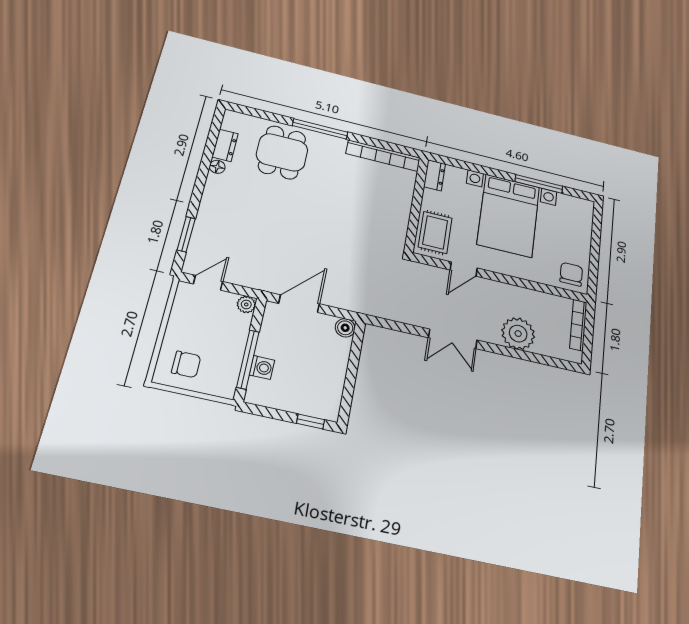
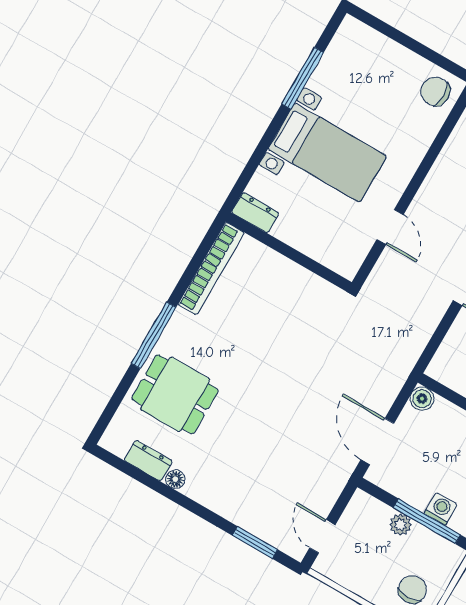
bed with nightstands: (509, 215) -> (327, 153), width x0.73
rug: (435, 232) -> (333, 243), removed
plant: (246, 304) -> (400, 525), moved

